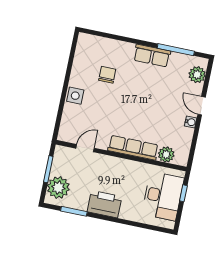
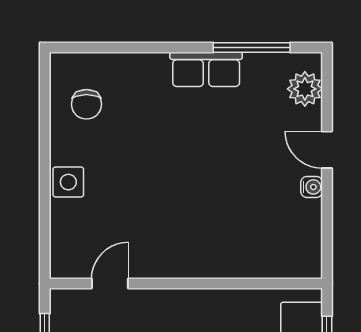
chair: (107, 75) -> (86, 104), moved, turned 180
row of seats: (133, 148) -> (207, 263), removed
plant: (166, 154) -> (276, 262), removed

